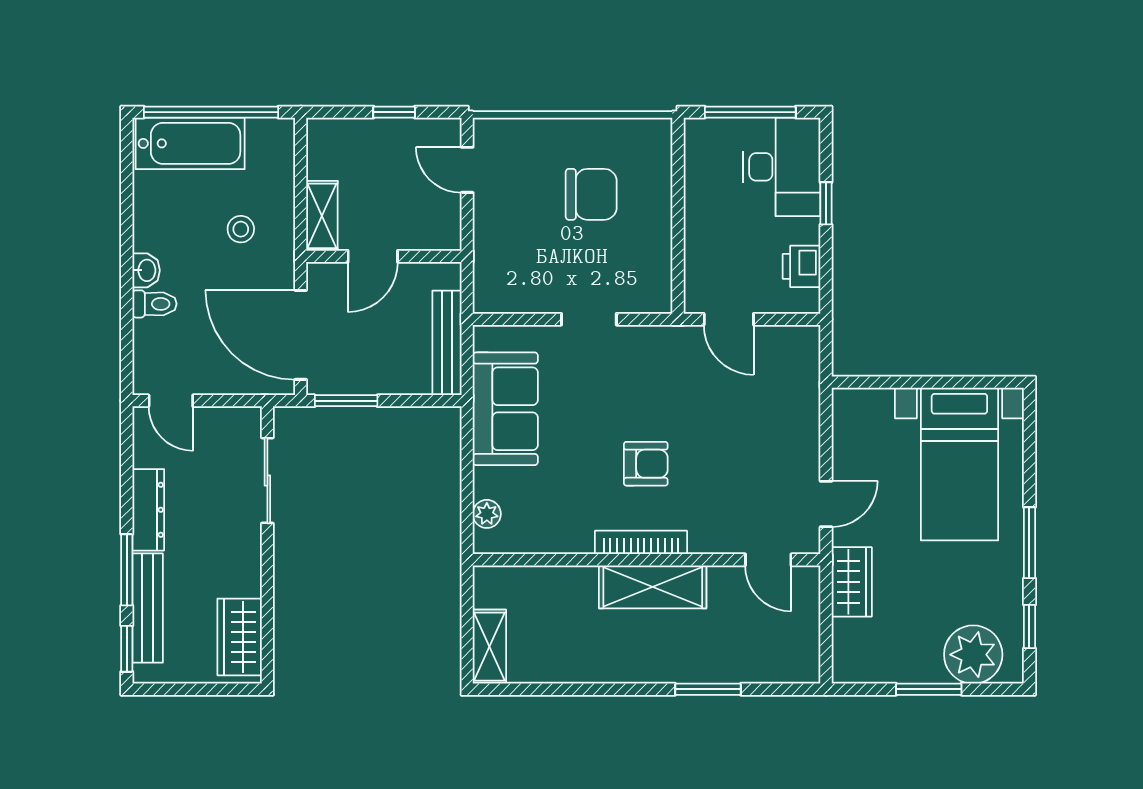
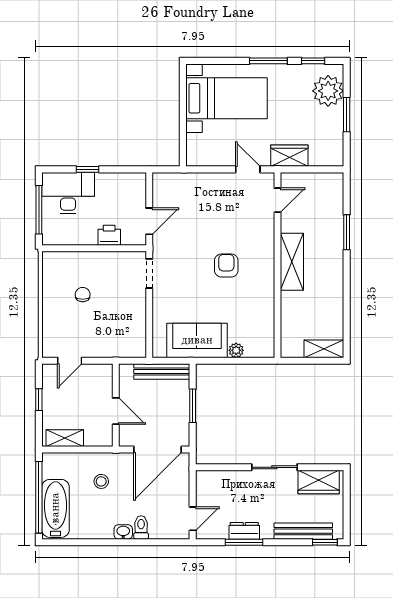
chair: (591, 194) -> (83, 295), width x0.54, depth x0.54
shelving: (322, 216) -> (65, 438), moved
printer: (802, 266) -> (109, 235), moved, turned 180
doorway: (589, 319) -> (149, 273), moved
window: (346, 401) -> (193, 406), moved
sliding door: (267, 480) -> (274, 467), moved
dresser: (148, 510) -> (244, 531), width x0.70
plant: (487, 514) -> (236, 350), moved
bookcase: (641, 542) -> (268, 268), removed
window: (127, 570) -> (244, 542), moved

